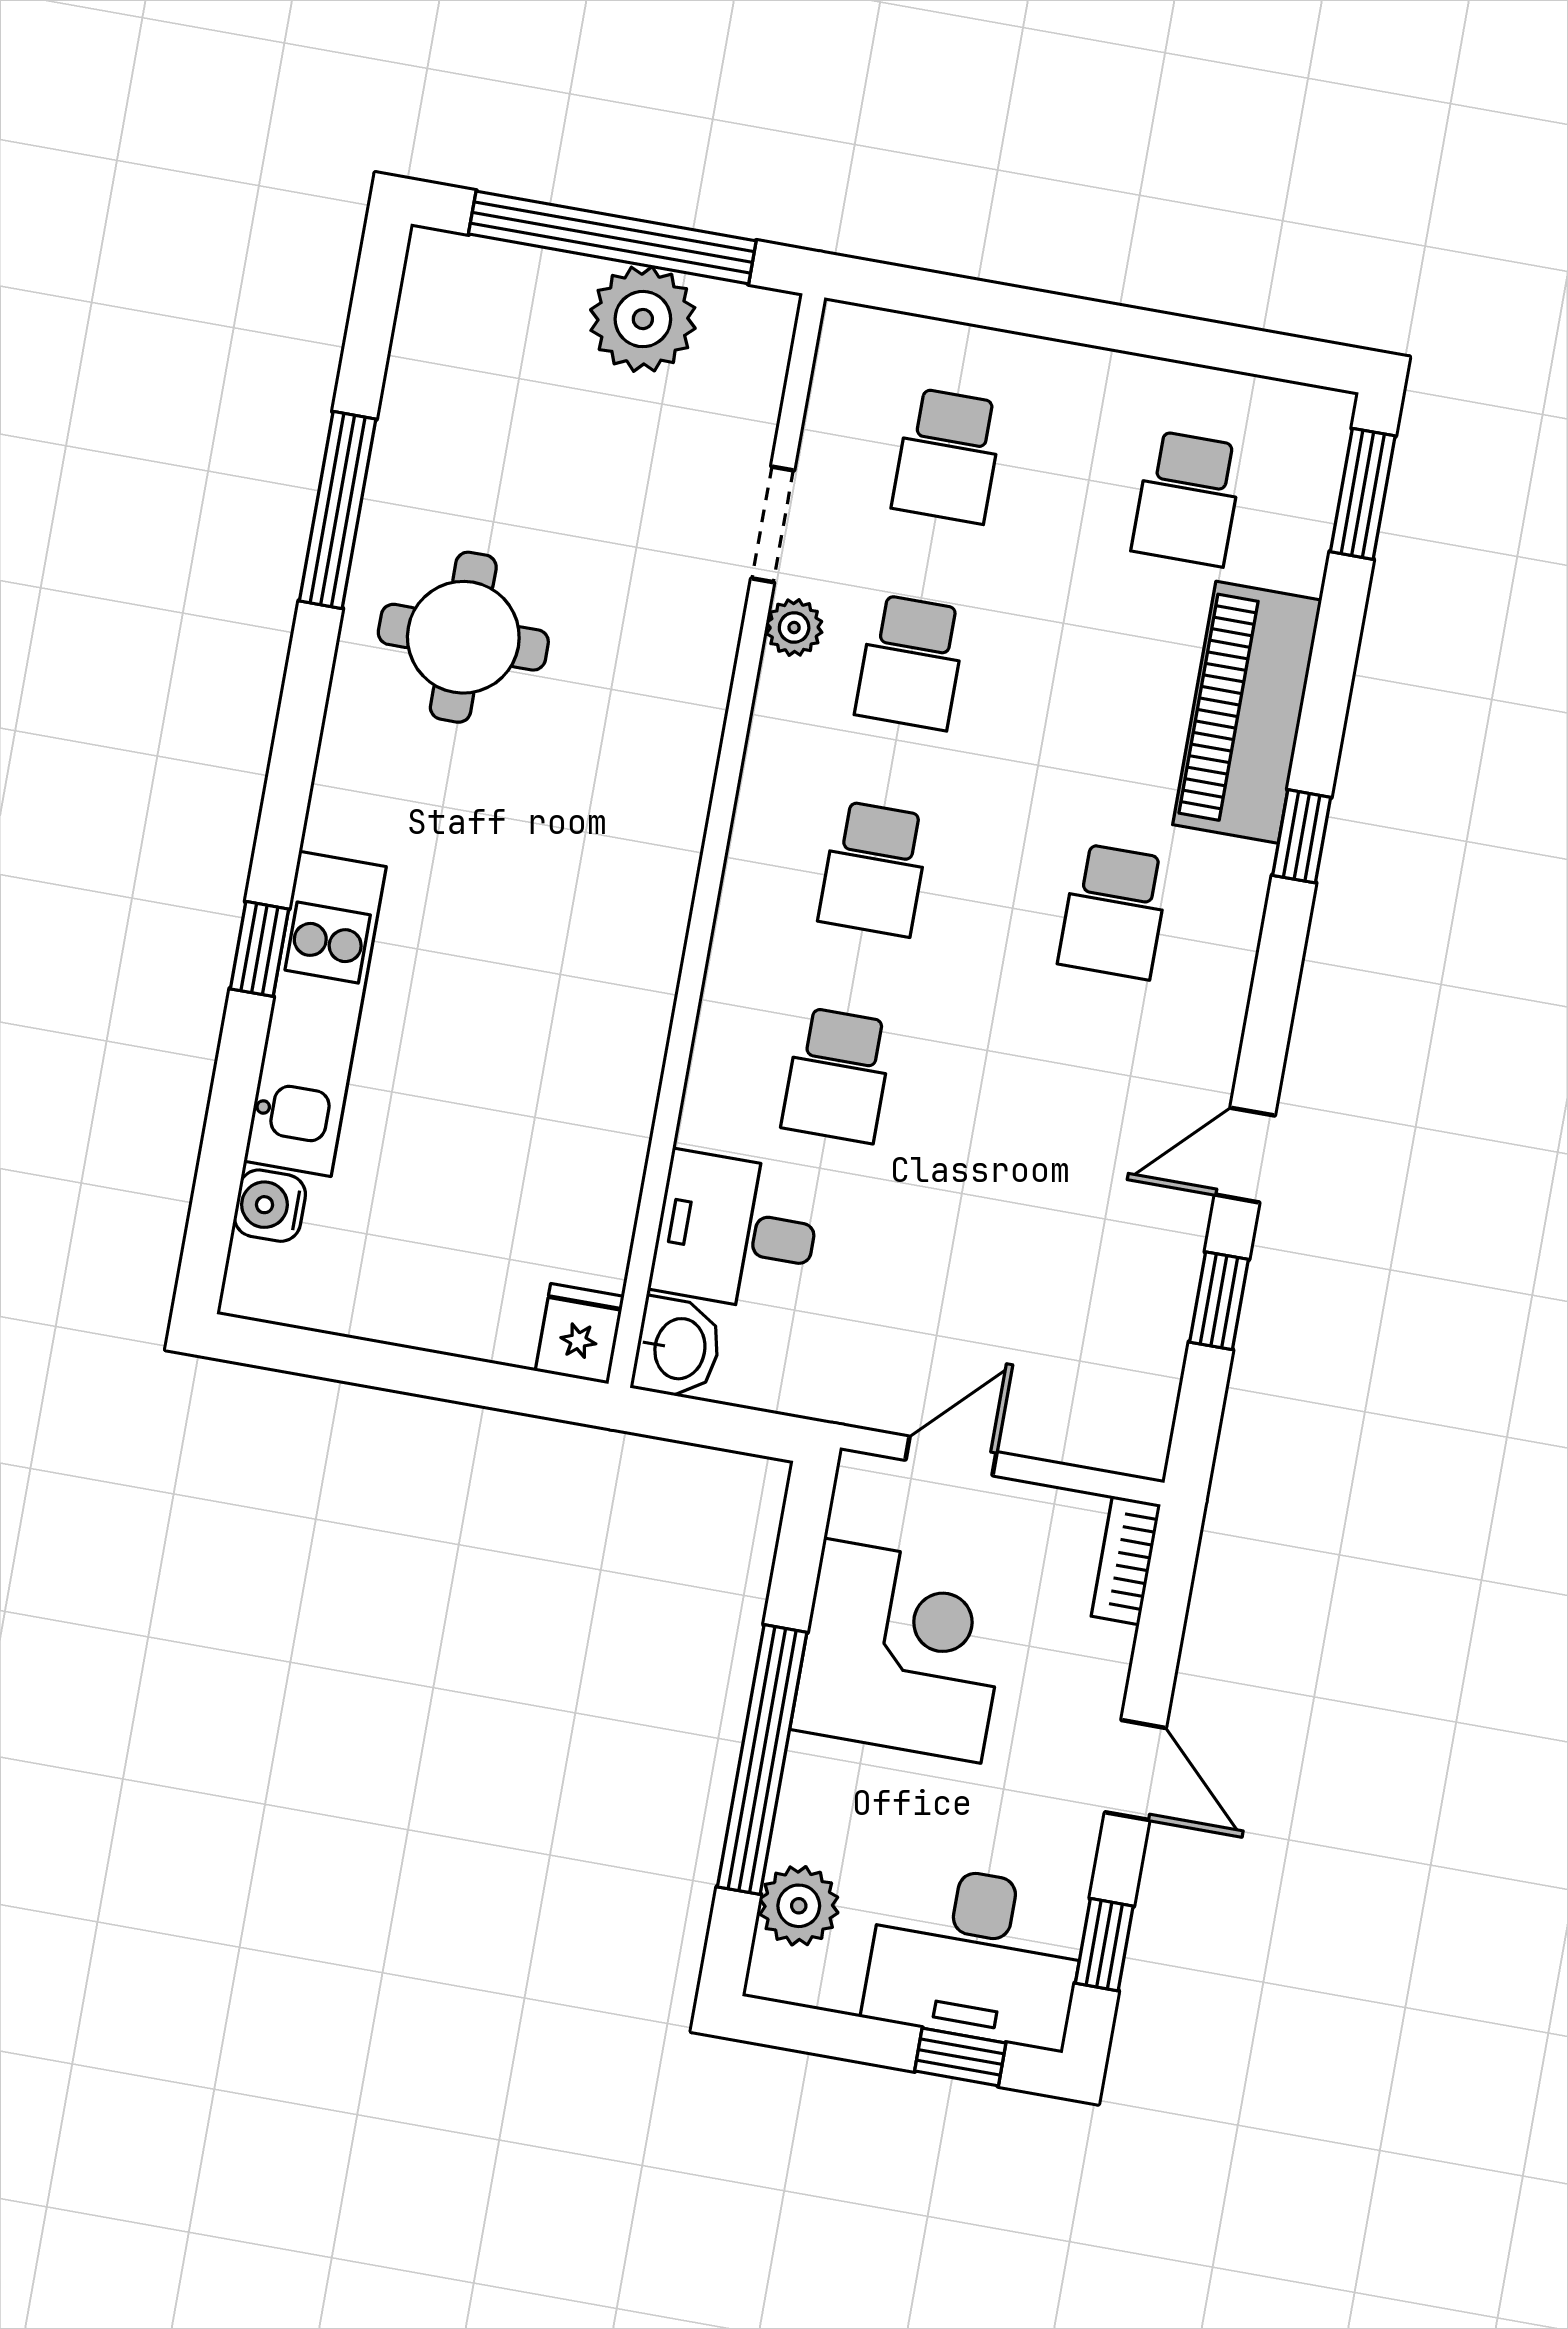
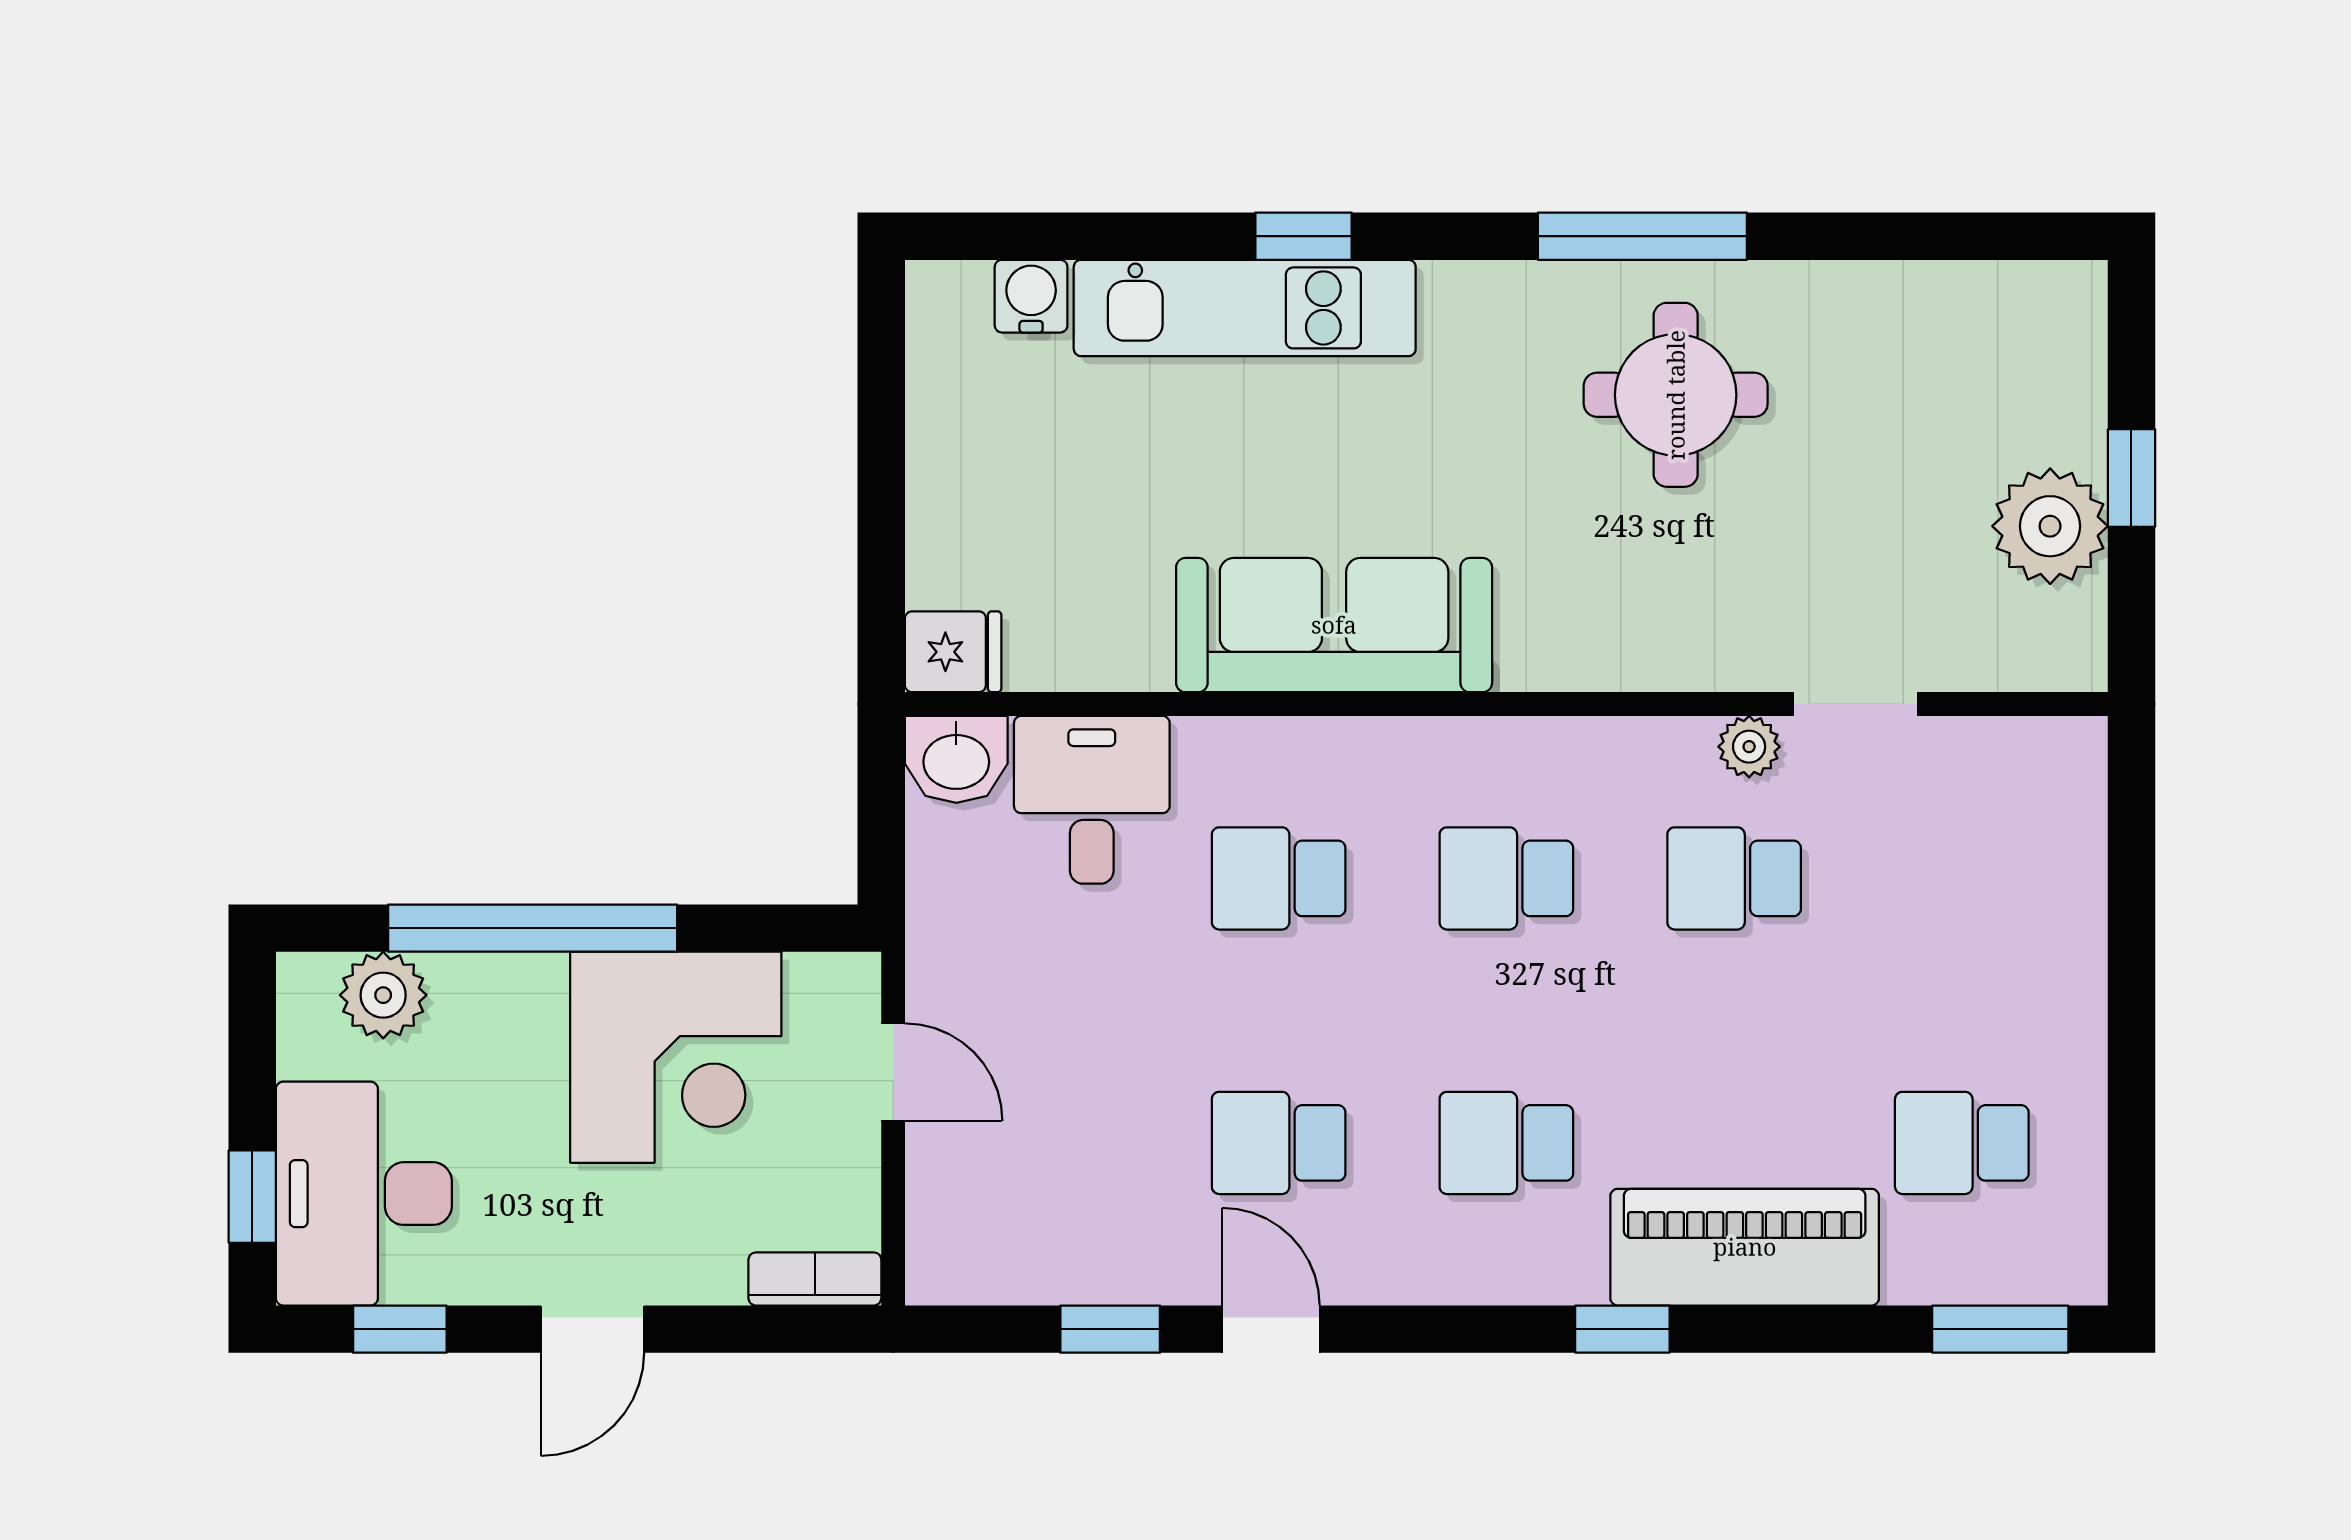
window: (612, 237) -> (2131, 478), width x0.32
school desk: (948, 456) -> (1279, 1143), moved
window: (338, 510) -> (1642, 236), moved
sofa: (617, 984) -> (1334, 625), added

